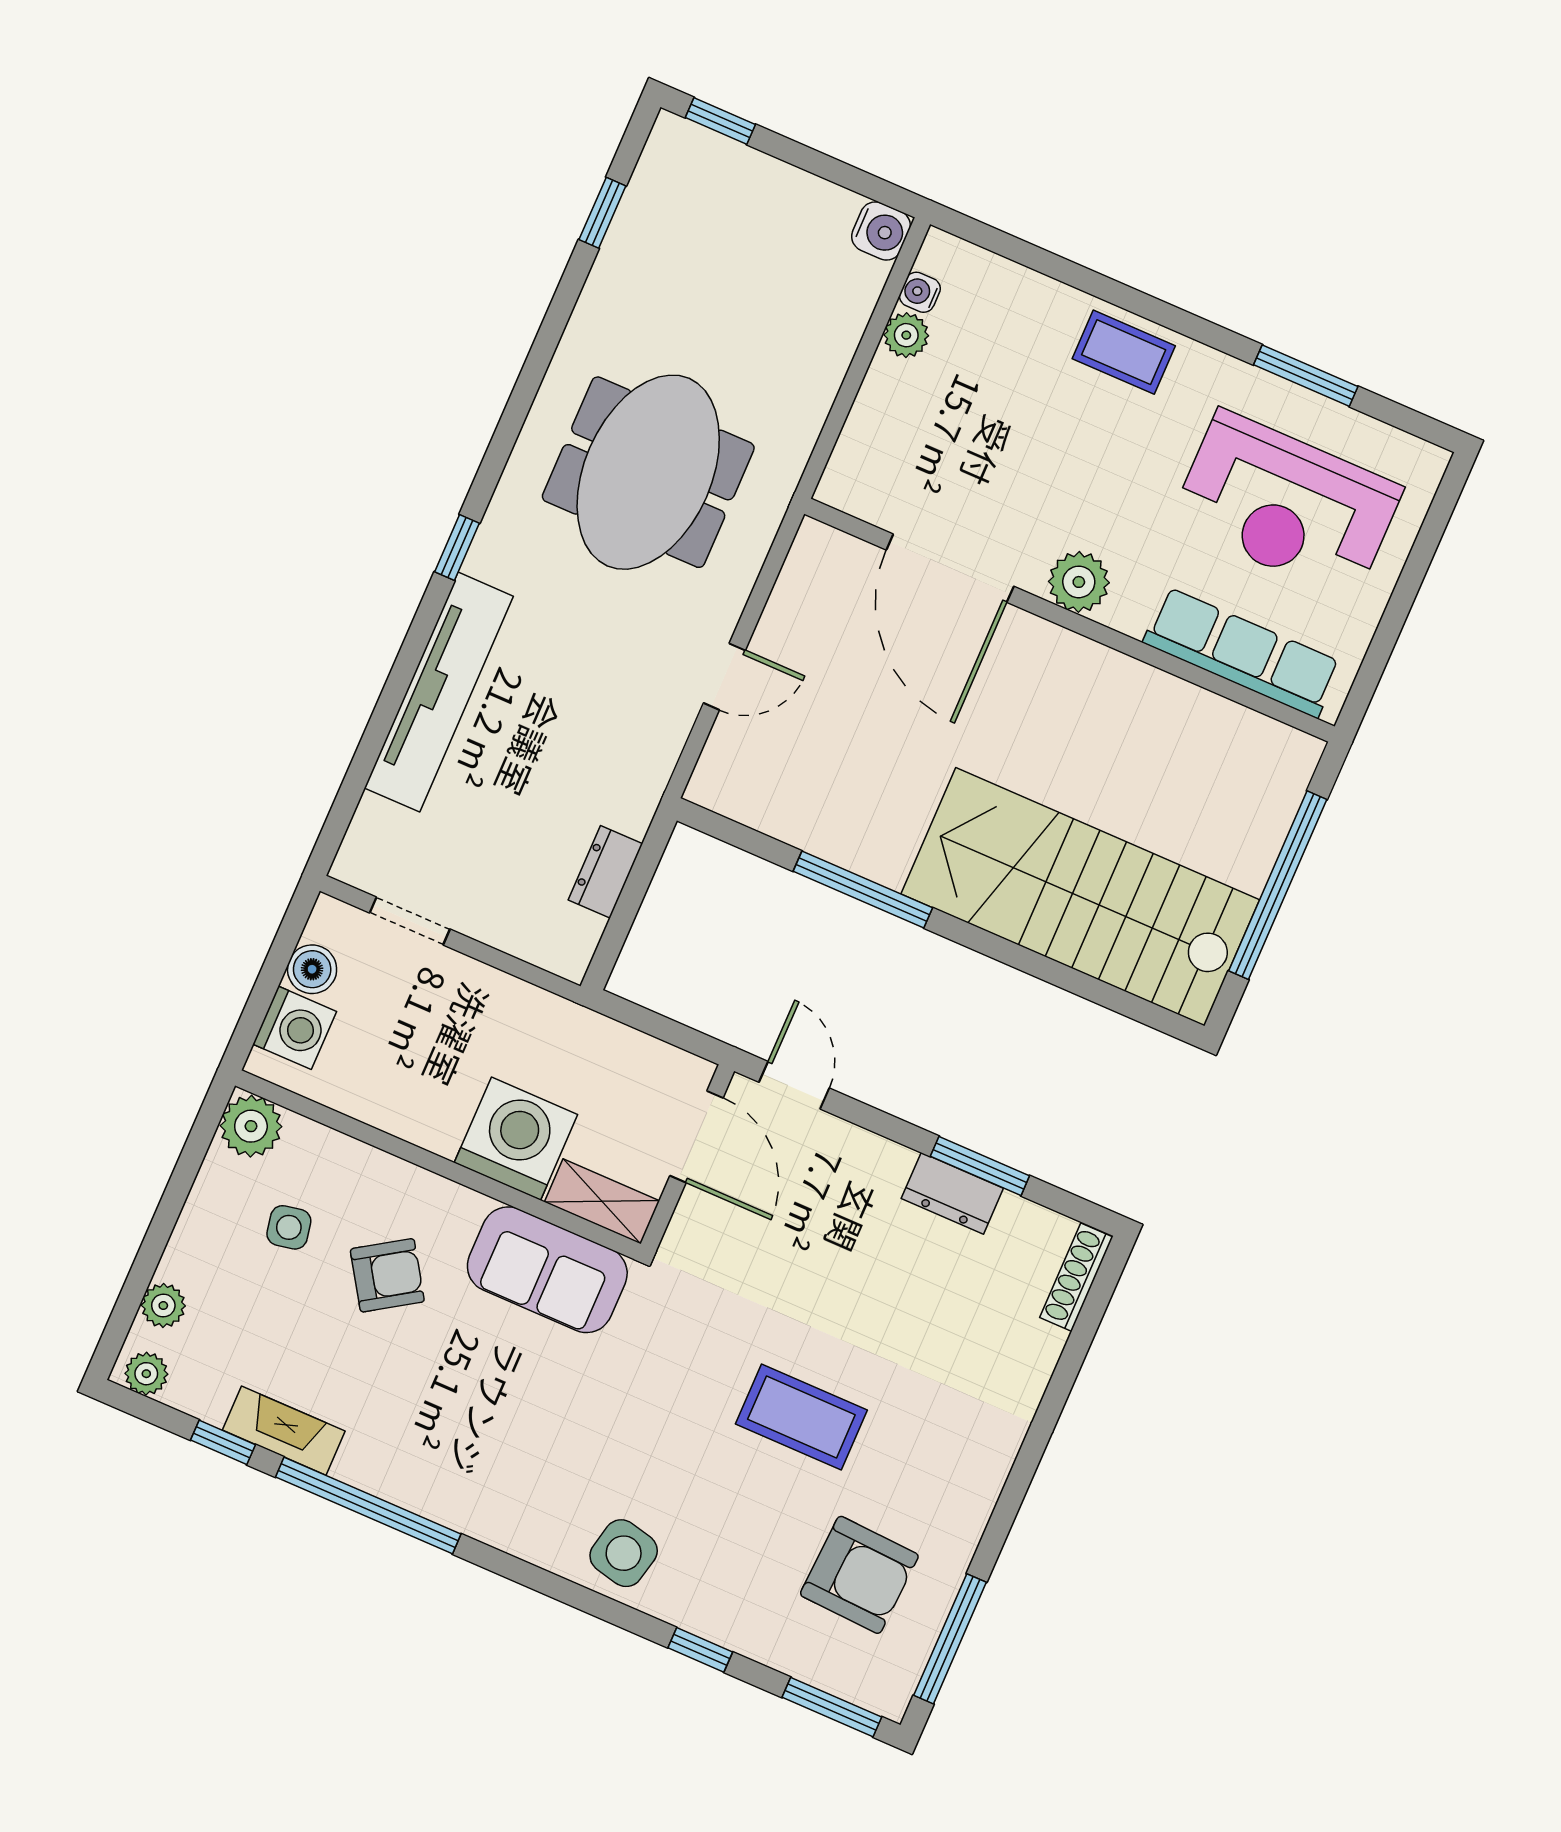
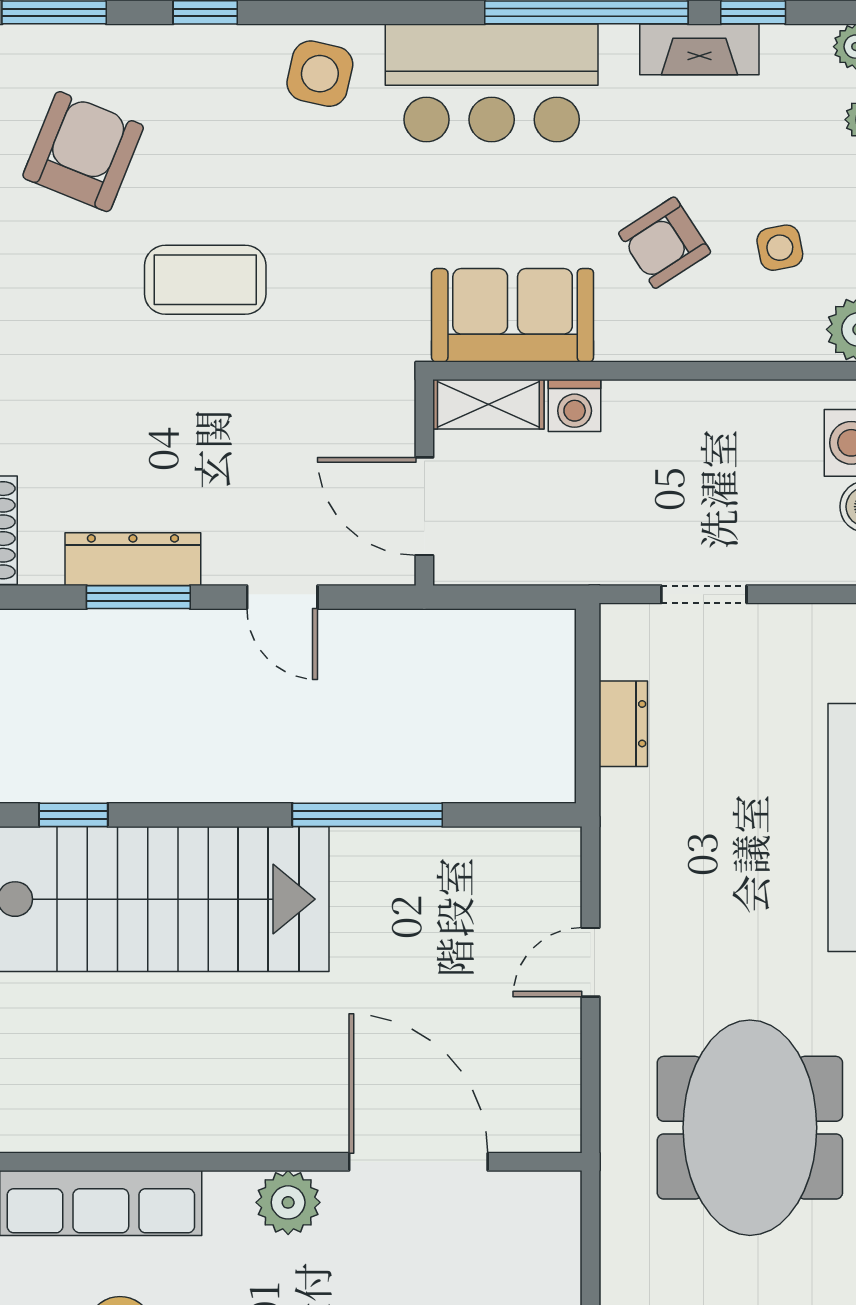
doorway: (410, 921) -> (704, 594), moved
window: (1119, 1001) -> (73, 815), added
door: (794, 1085) -> (282, 597), moved
washing machine: (516, 1139) -> (575, 405), width x0.53, depth x0.53
dresser: (952, 1193) -> (133, 559), width x1.44
bar counter: (477, 1480) -> (492, 83), added
armchair: (859, 1575) -> (83, 152), turned 109

